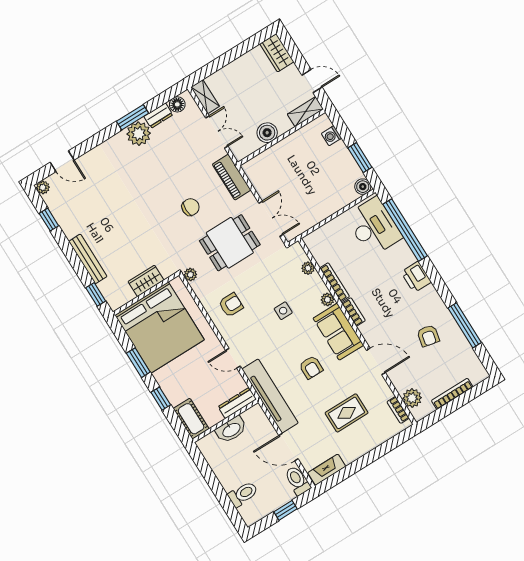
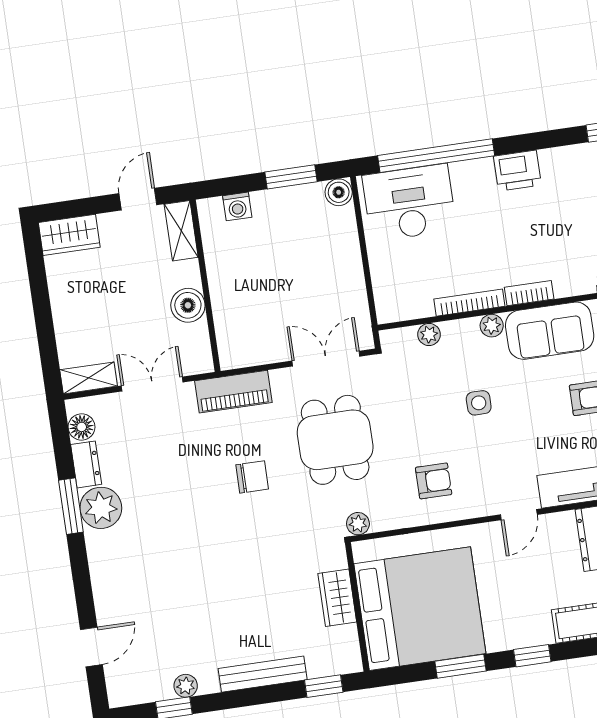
plant: (43, 187) -> (186, 686), moved
chair: (191, 207) -> (252, 477), turned 90
armchair: (231, 305) -> (434, 481), turned 90

